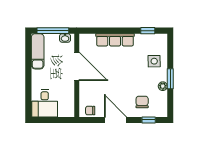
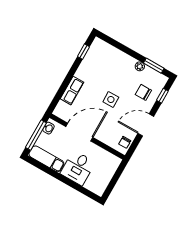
row of seats: (115, 40) -> (72, 91), width x0.68
side table: (154, 61) -> (111, 100), moved
window: (170, 79) -> (154, 66), moved
desk: (45, 103) -> (78, 168), moved, turned 90

